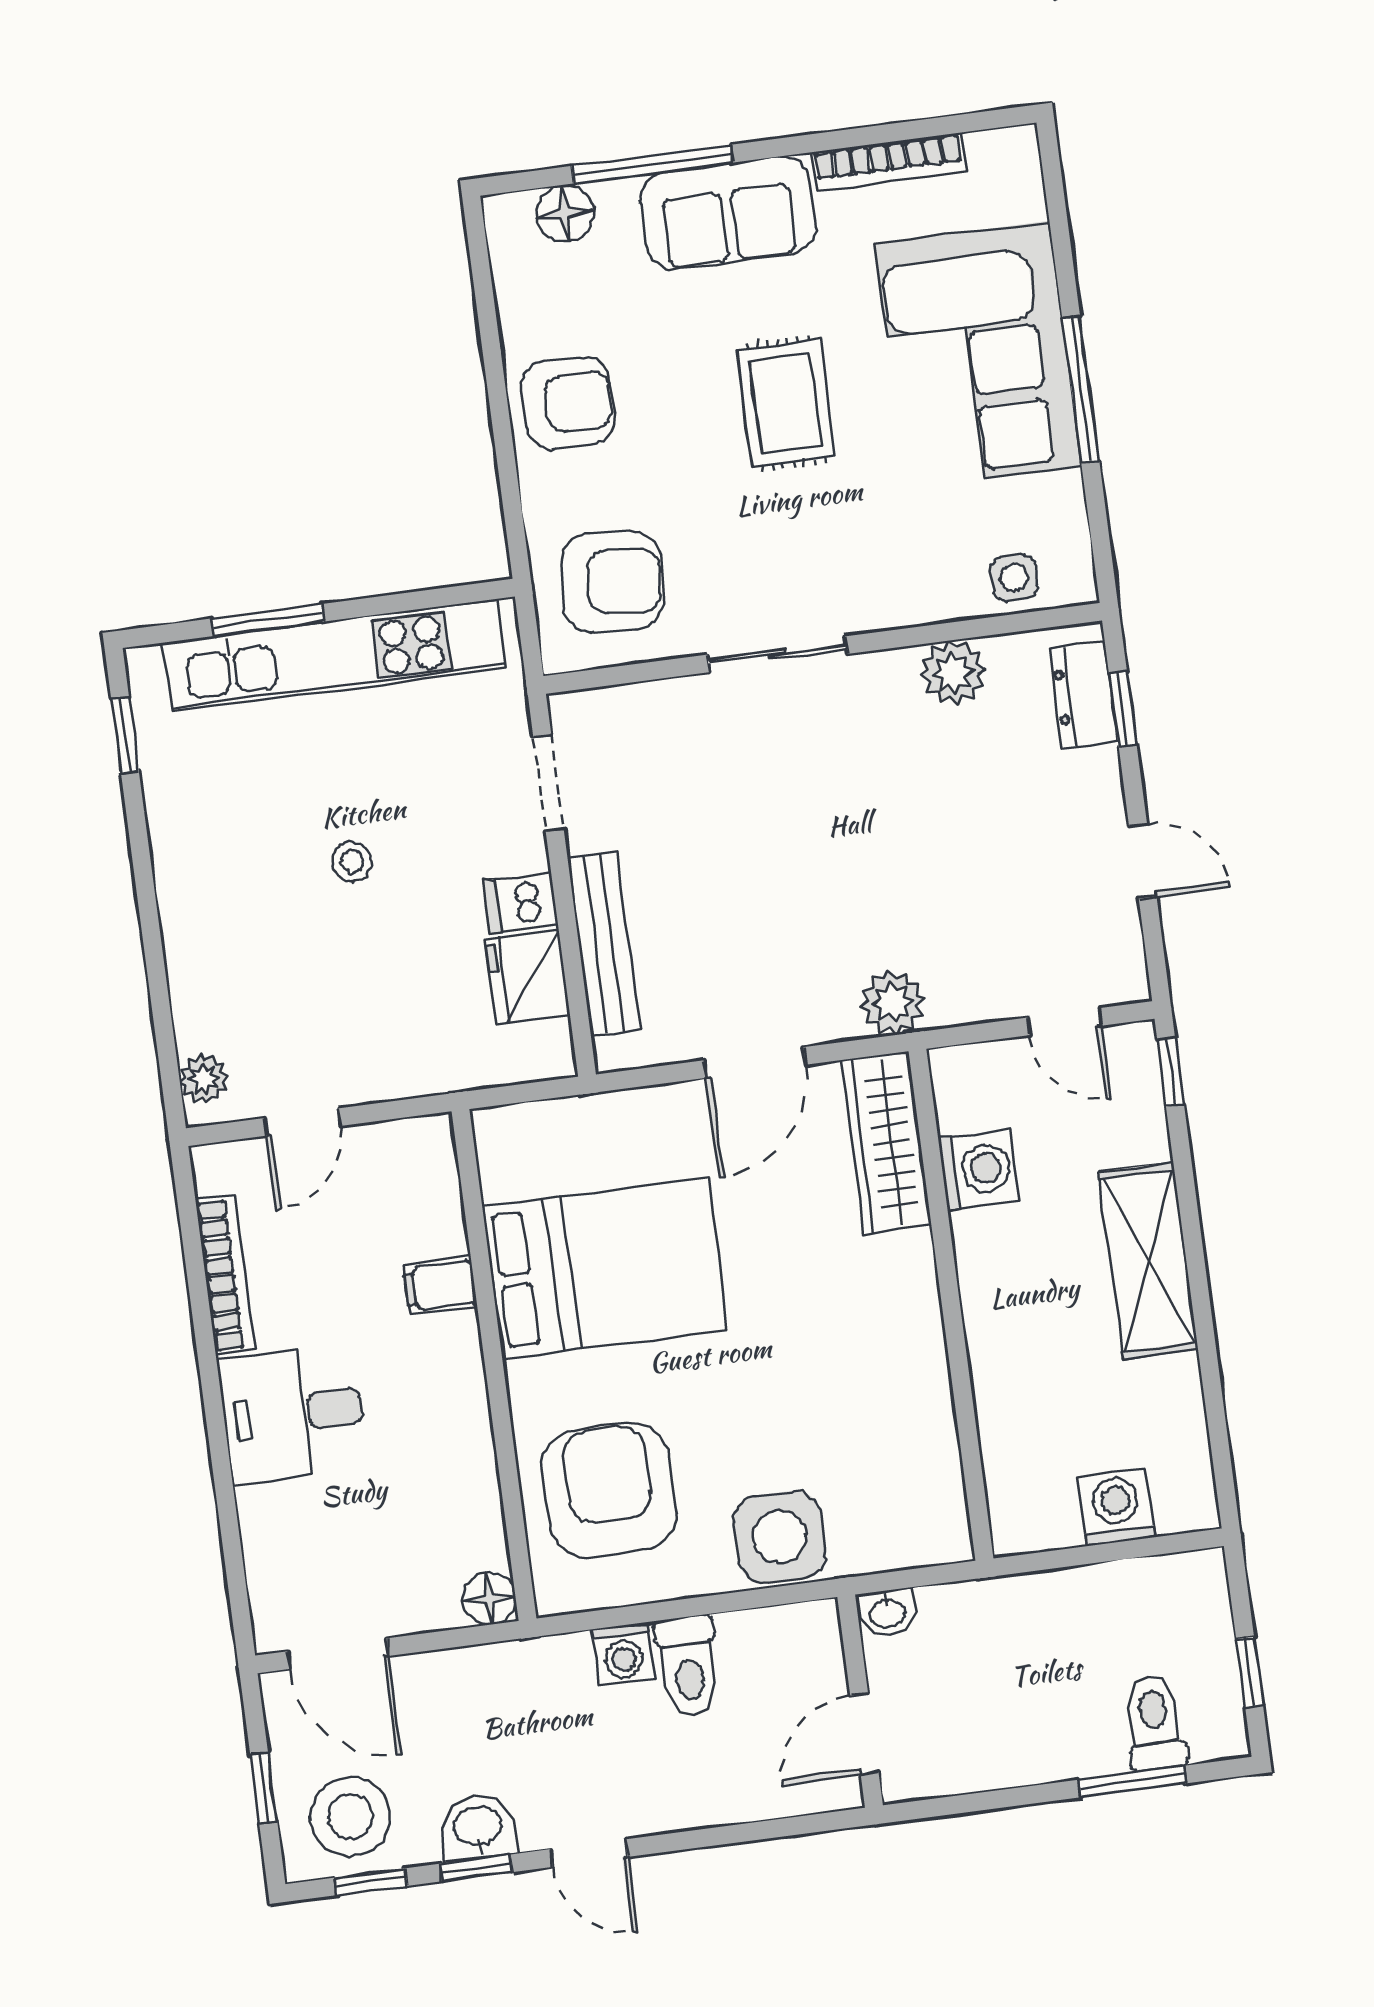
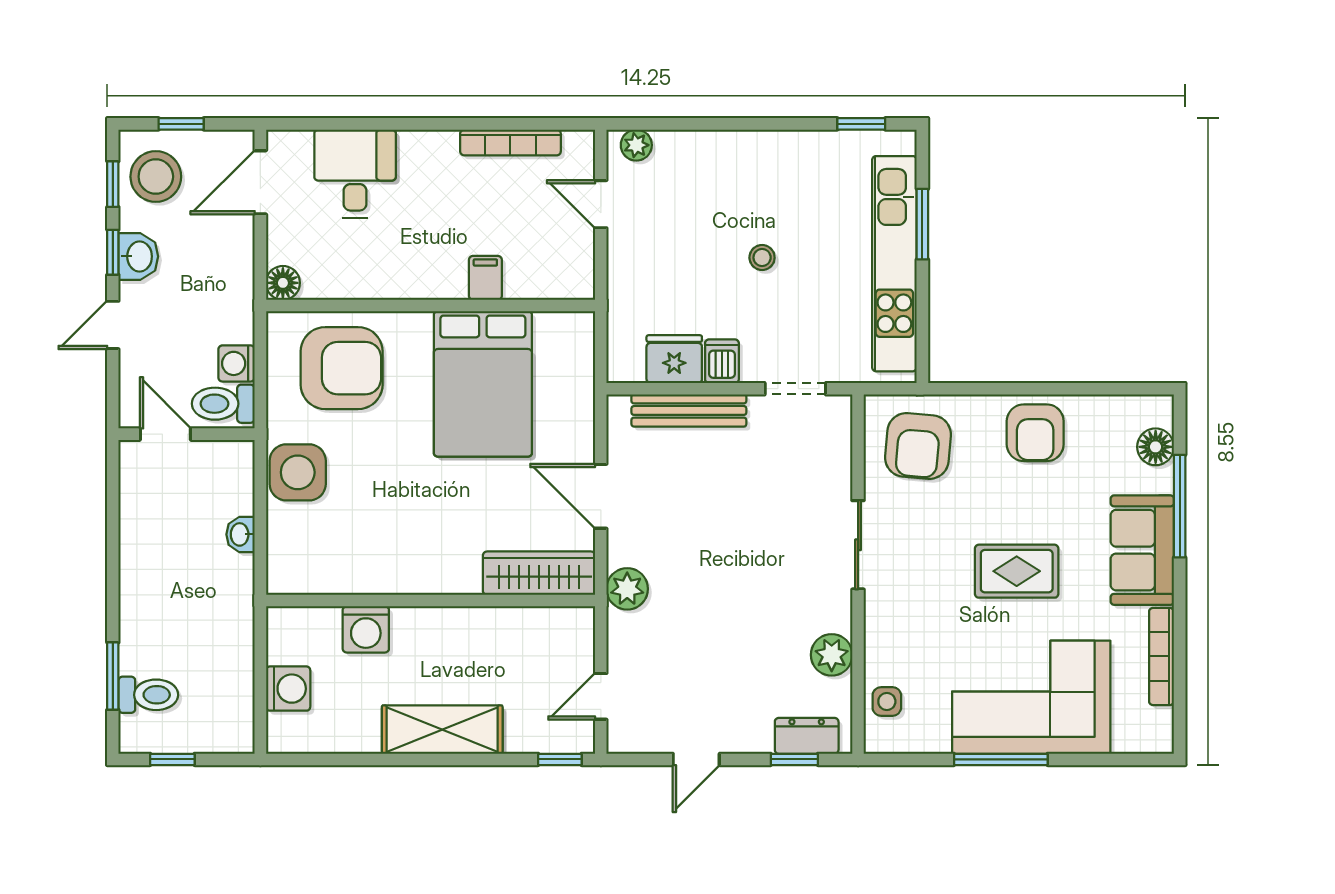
washing machine: (978, 1169) -> (366, 629), moved
desk: (293, 1414) -> (355, 174), moved
wall: (860, 1701) -> (187, 434), moved
door: (864, 1734) -> (165, 434), moved

